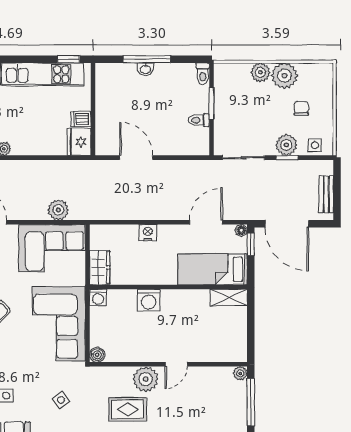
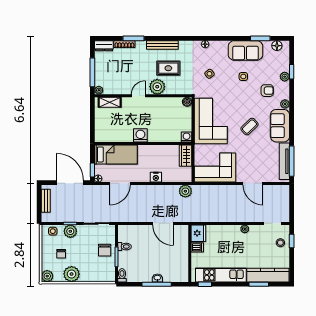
plant: (260, 72) -> (47, 276), moved
chair: (231, 114) -> (105, 250), added
plant: (58, 210) -> (185, 191), moved
shelving: (229, 297) -> (110, 102), moved
washing machine: (149, 300) -> (140, 135), moved

